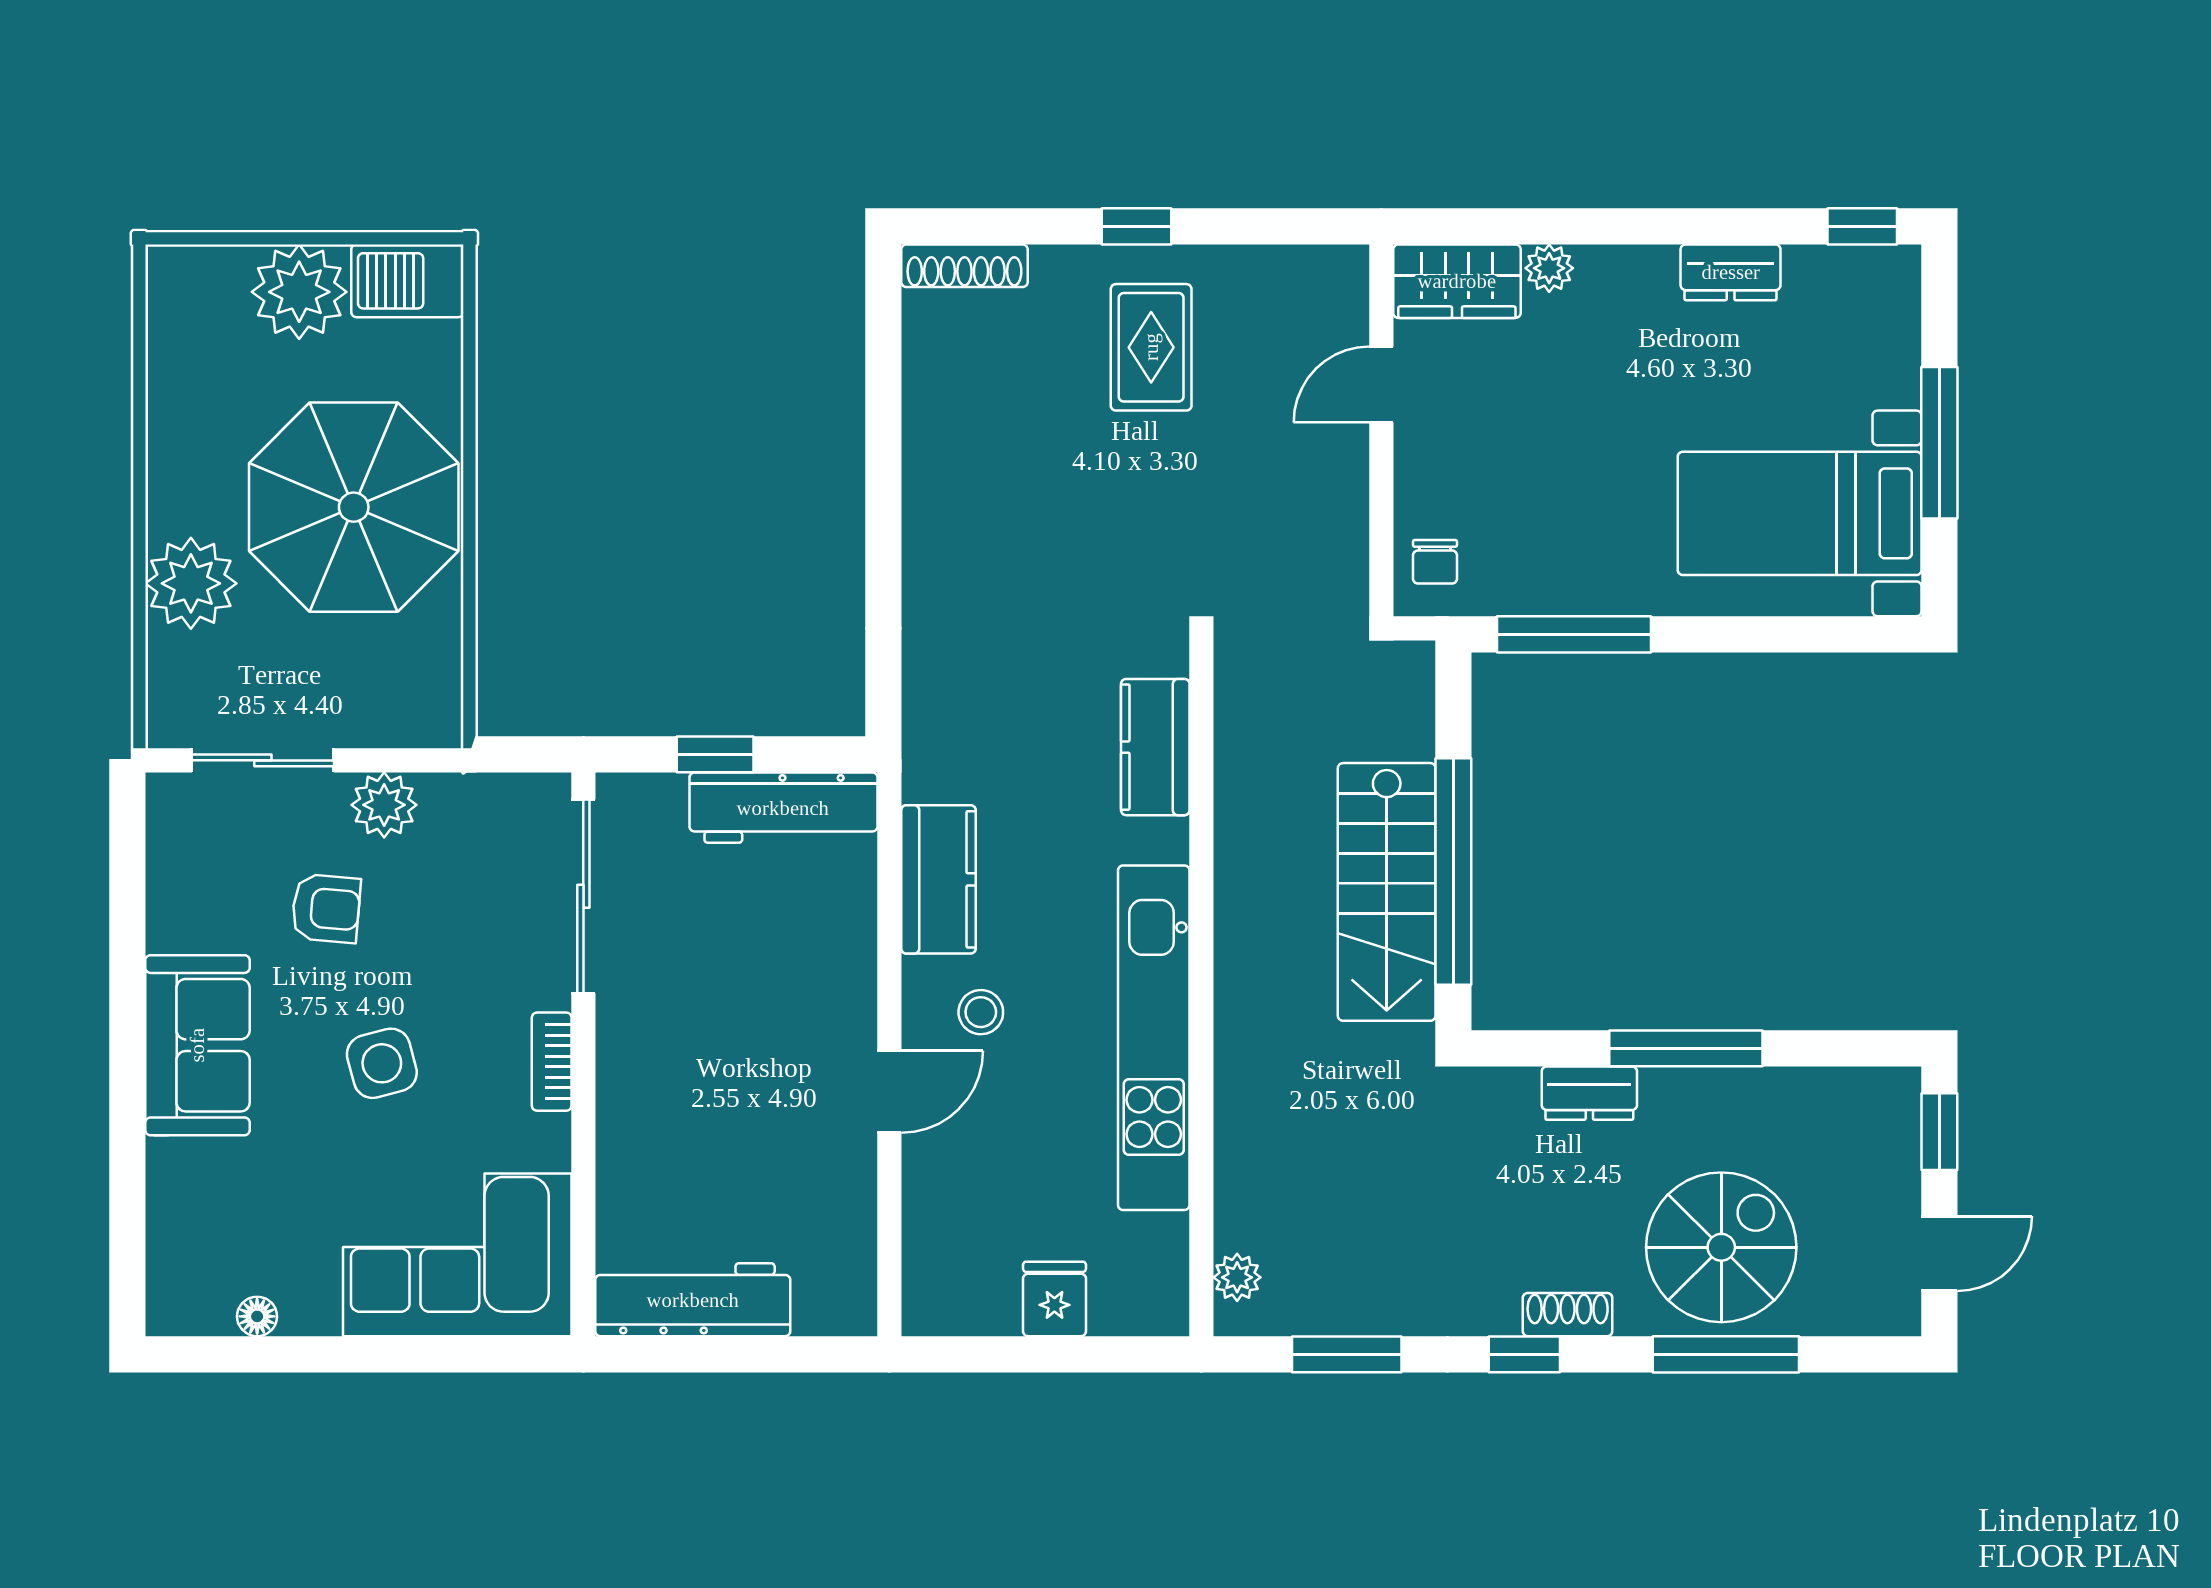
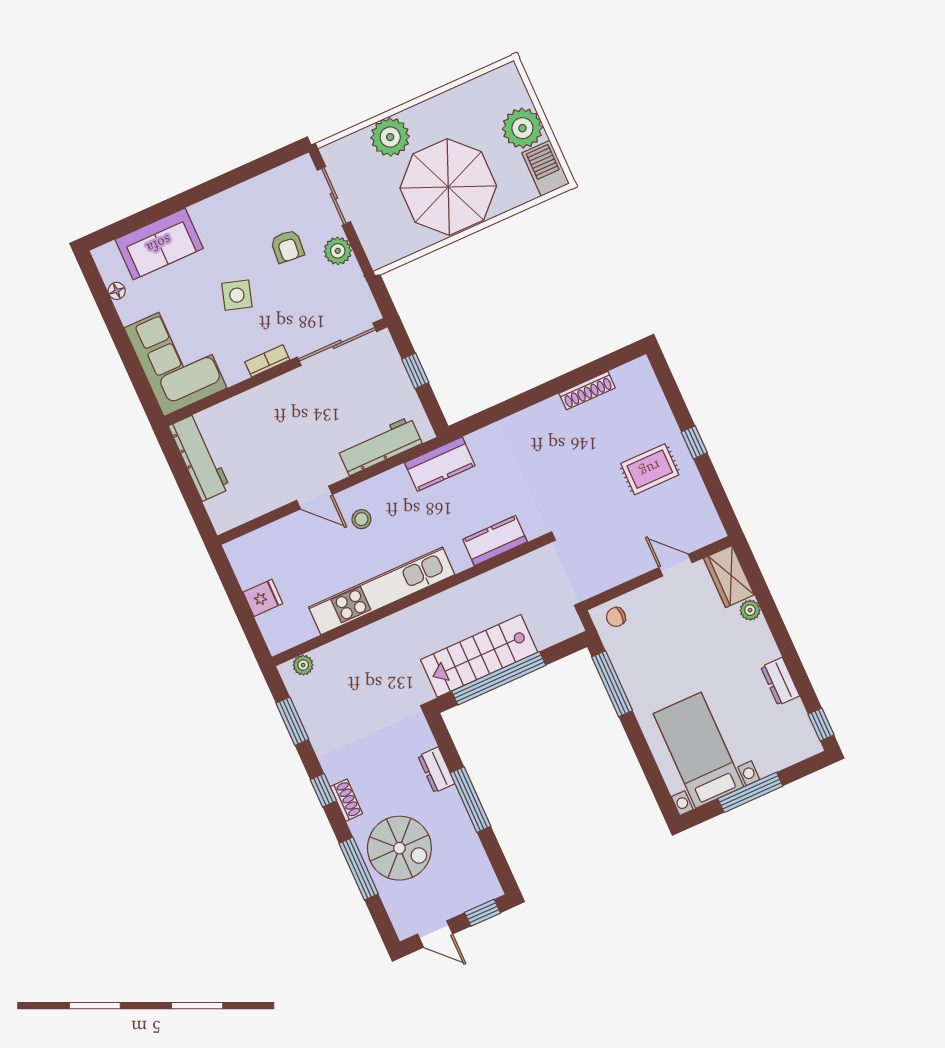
shoe rack: (964, 266) -> (587, 391), moved, turned -90
workbench: (783, 808) -> (380, 446), moved, turned 90
kitchen counter: (938, 879) -> (440, 464), moved
sofa: (197, 1045) -> (159, 244), moved
side table: (382, 1063) -> (237, 295), turned 32

